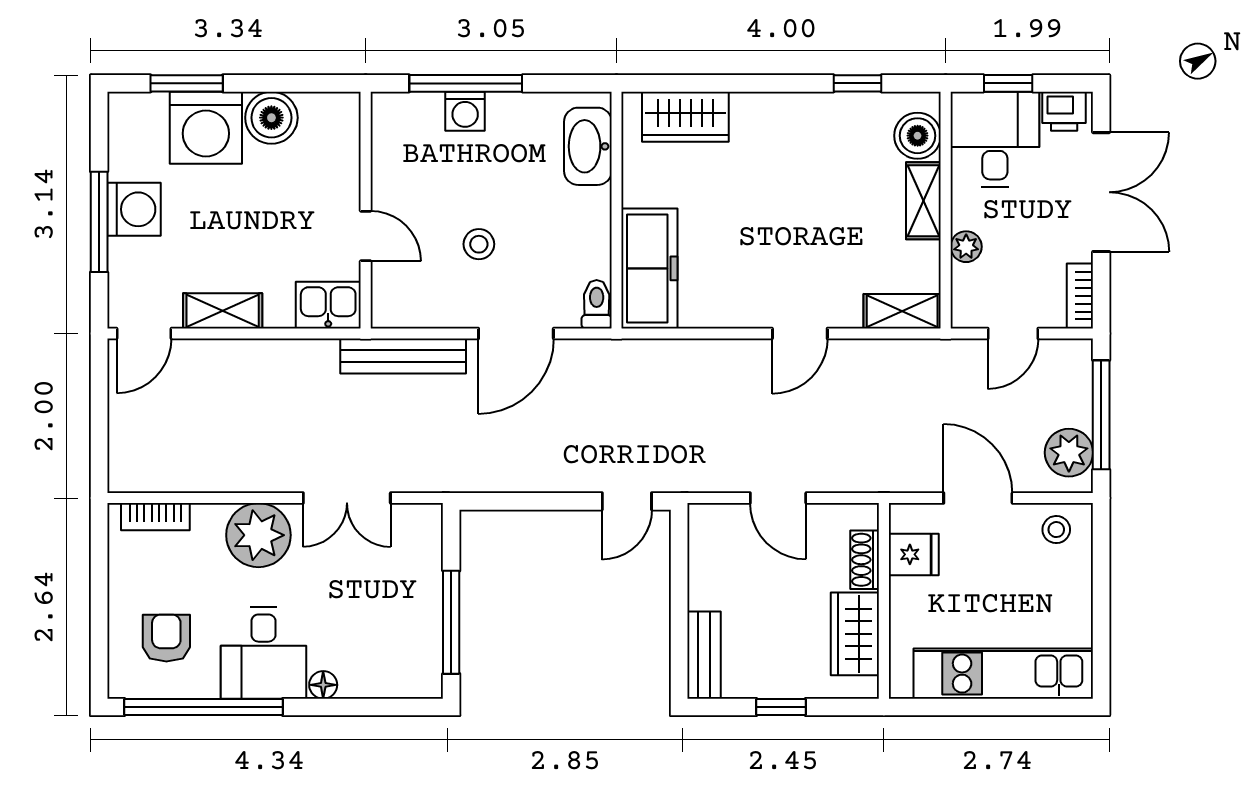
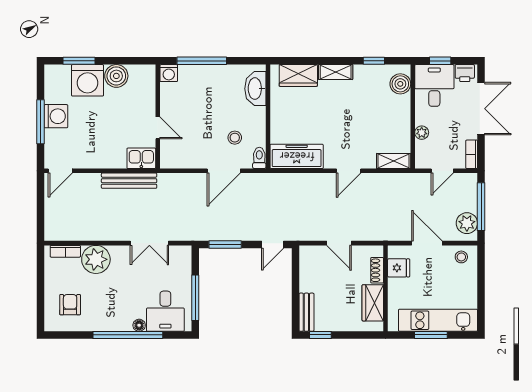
washing machine: (465, 111) -> (169, 73), moved
shelving: (923, 201) -> (336, 72), moved, turned 90
stool: (479, 244) -> (235, 138), moved
freezer: (649, 268) -> (297, 156), moved, turned -90
shelving: (223, 311) -> (95, 161), removed
bench: (403, 356) -> (129, 181), moved
window: (519, 501) -> (225, 245), added
plant: (258, 535) -> (96, 259), moved
desk: (263, 653) -> (165, 311), moved
window: (204, 707) -> (128, 335), moved
window: (781, 707) -> (320, 335), moved
window: (987, 707) -> (431, 335), added

